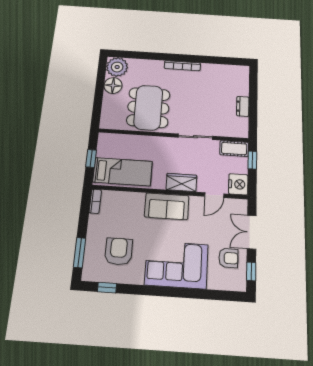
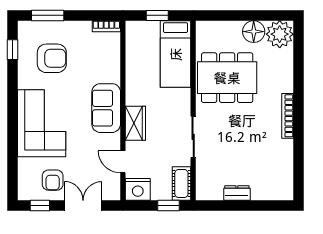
bed: (123, 172) -> (176, 54), moved

